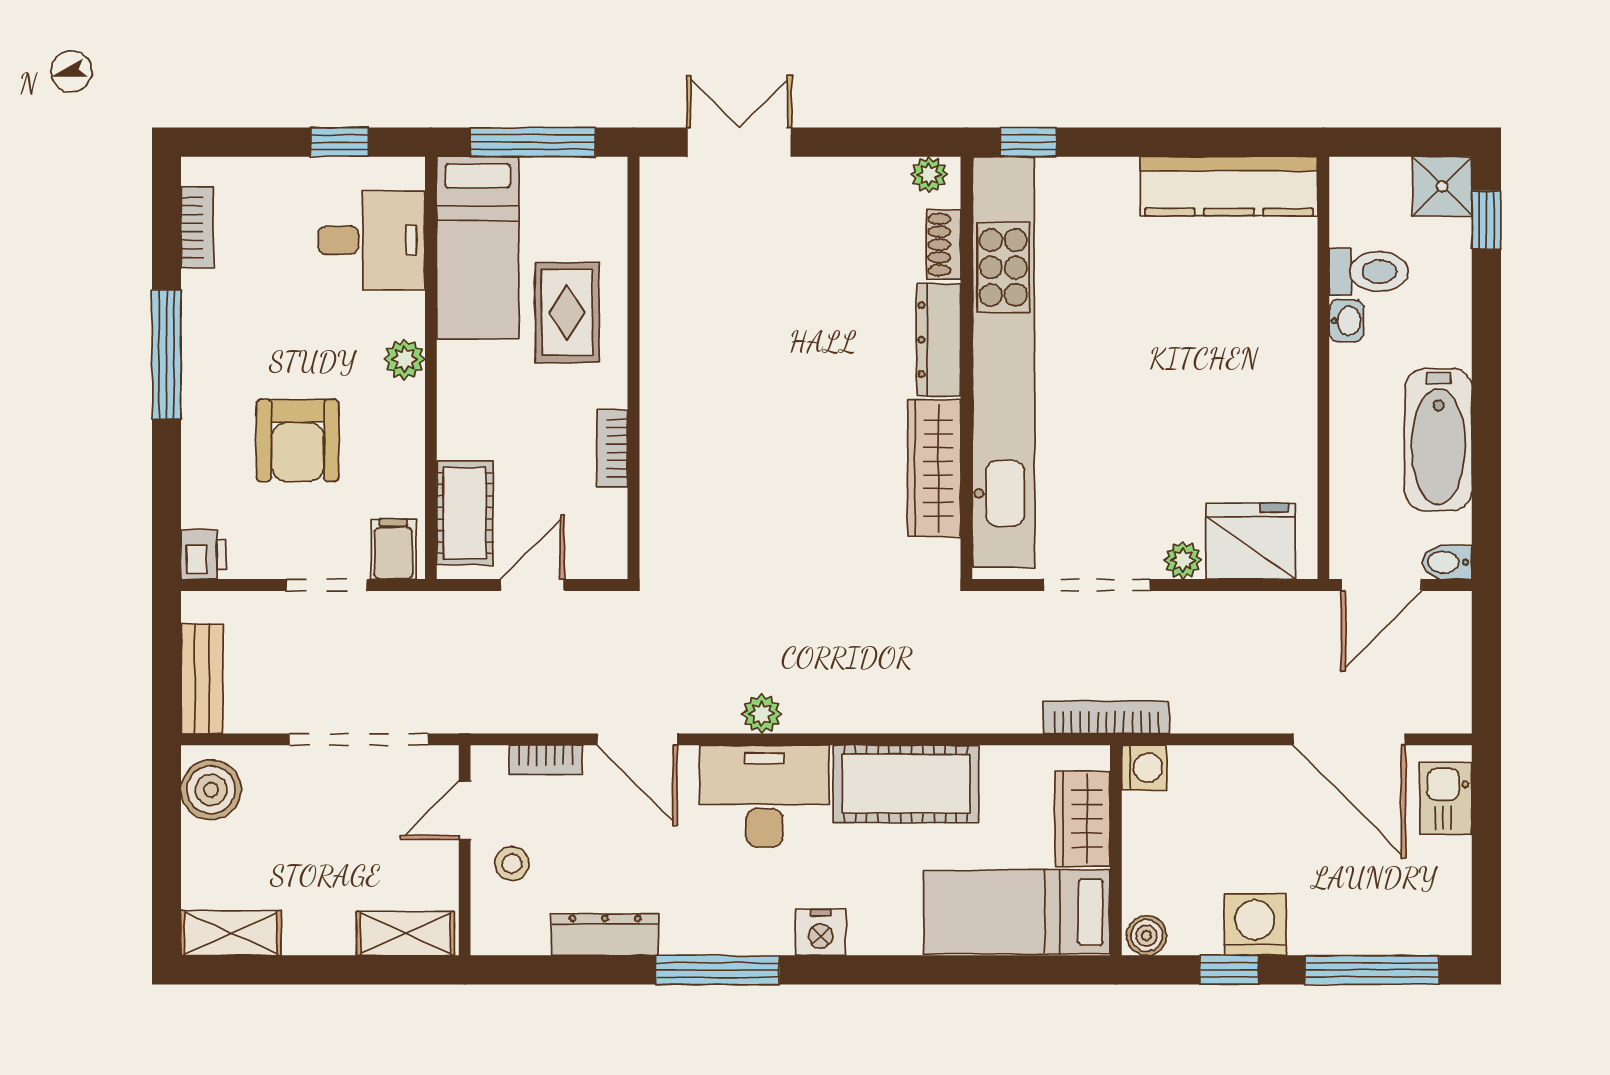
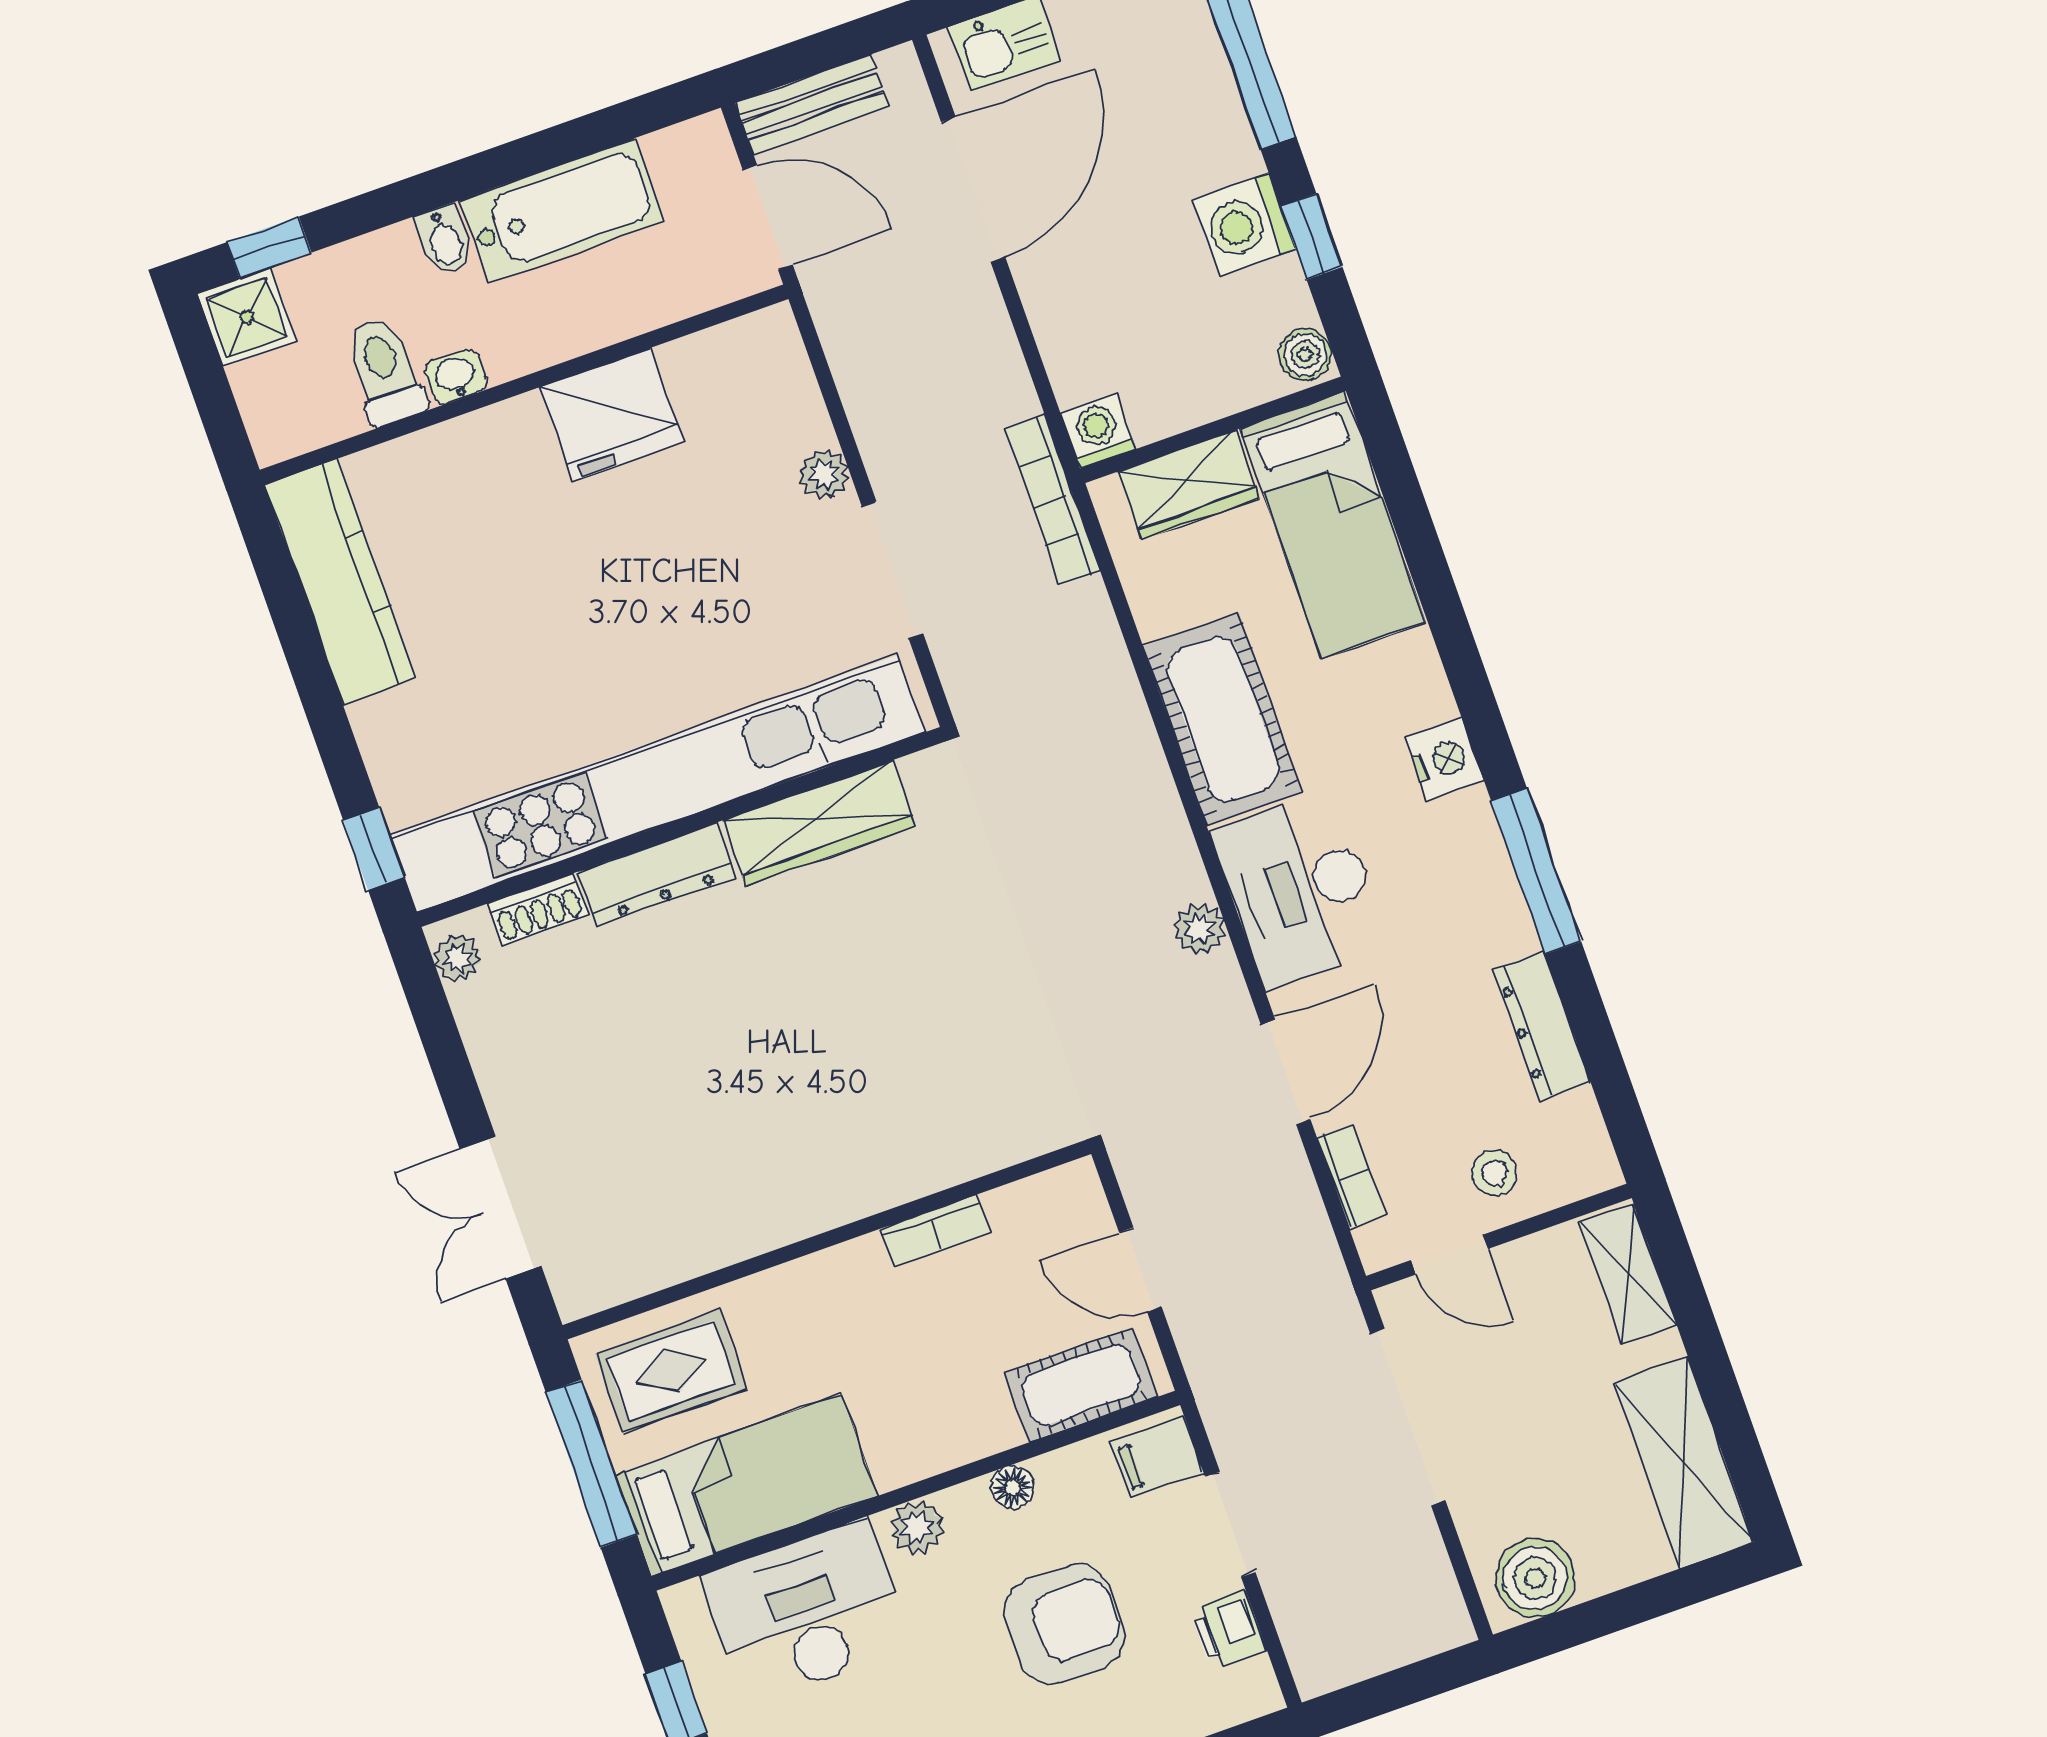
desk: (371, 240) -> (807, 1612), width x1.37
rug: (567, 313) -> (671, 1371), moved
floor lamp: (409, 438) -> (1013, 1487), added
fridge: (1251, 541) -> (612, 414), moved, turned -90
printer: (204, 554) -> (1228, 1630), moved, turned -90
bidet: (1447, 562) -> (445, 240), moved
bench: (202, 679) -> (812, 104), moved
shelving: (231, 933) -> (1684, 1463), width x1.50, depth x1.33

